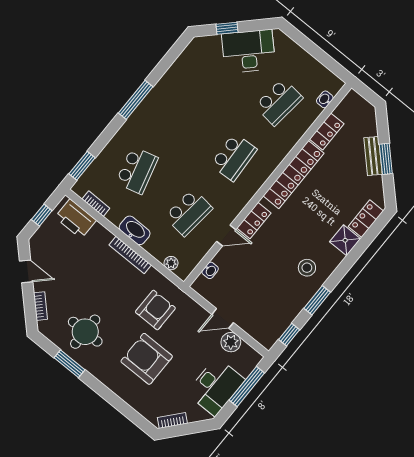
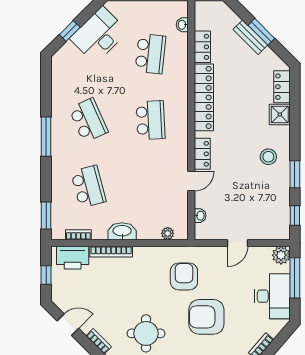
school desk: (189, 212) -> (88, 120), moved, turned -30
bookcase: (130, 255) -> (111, 252), moved
plant: (231, 342) -> (281, 255), moved

